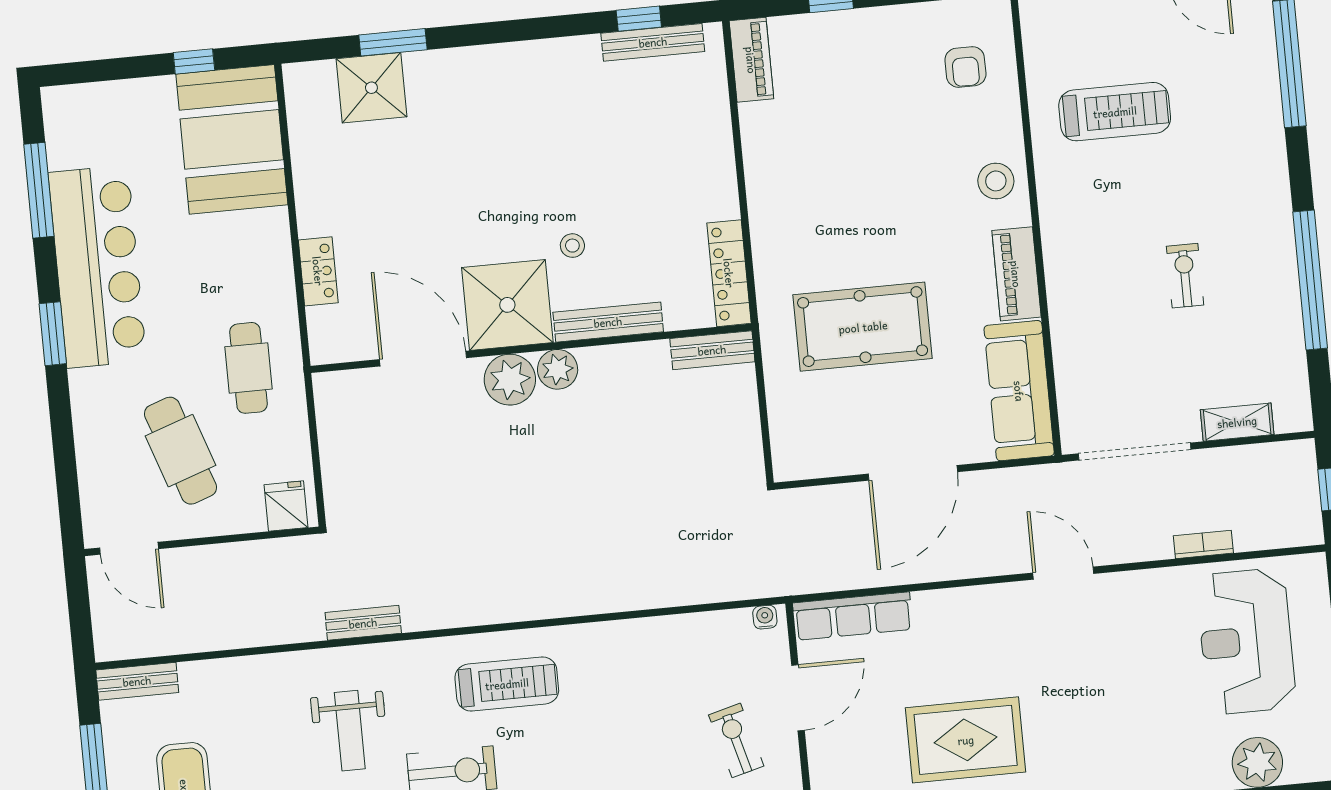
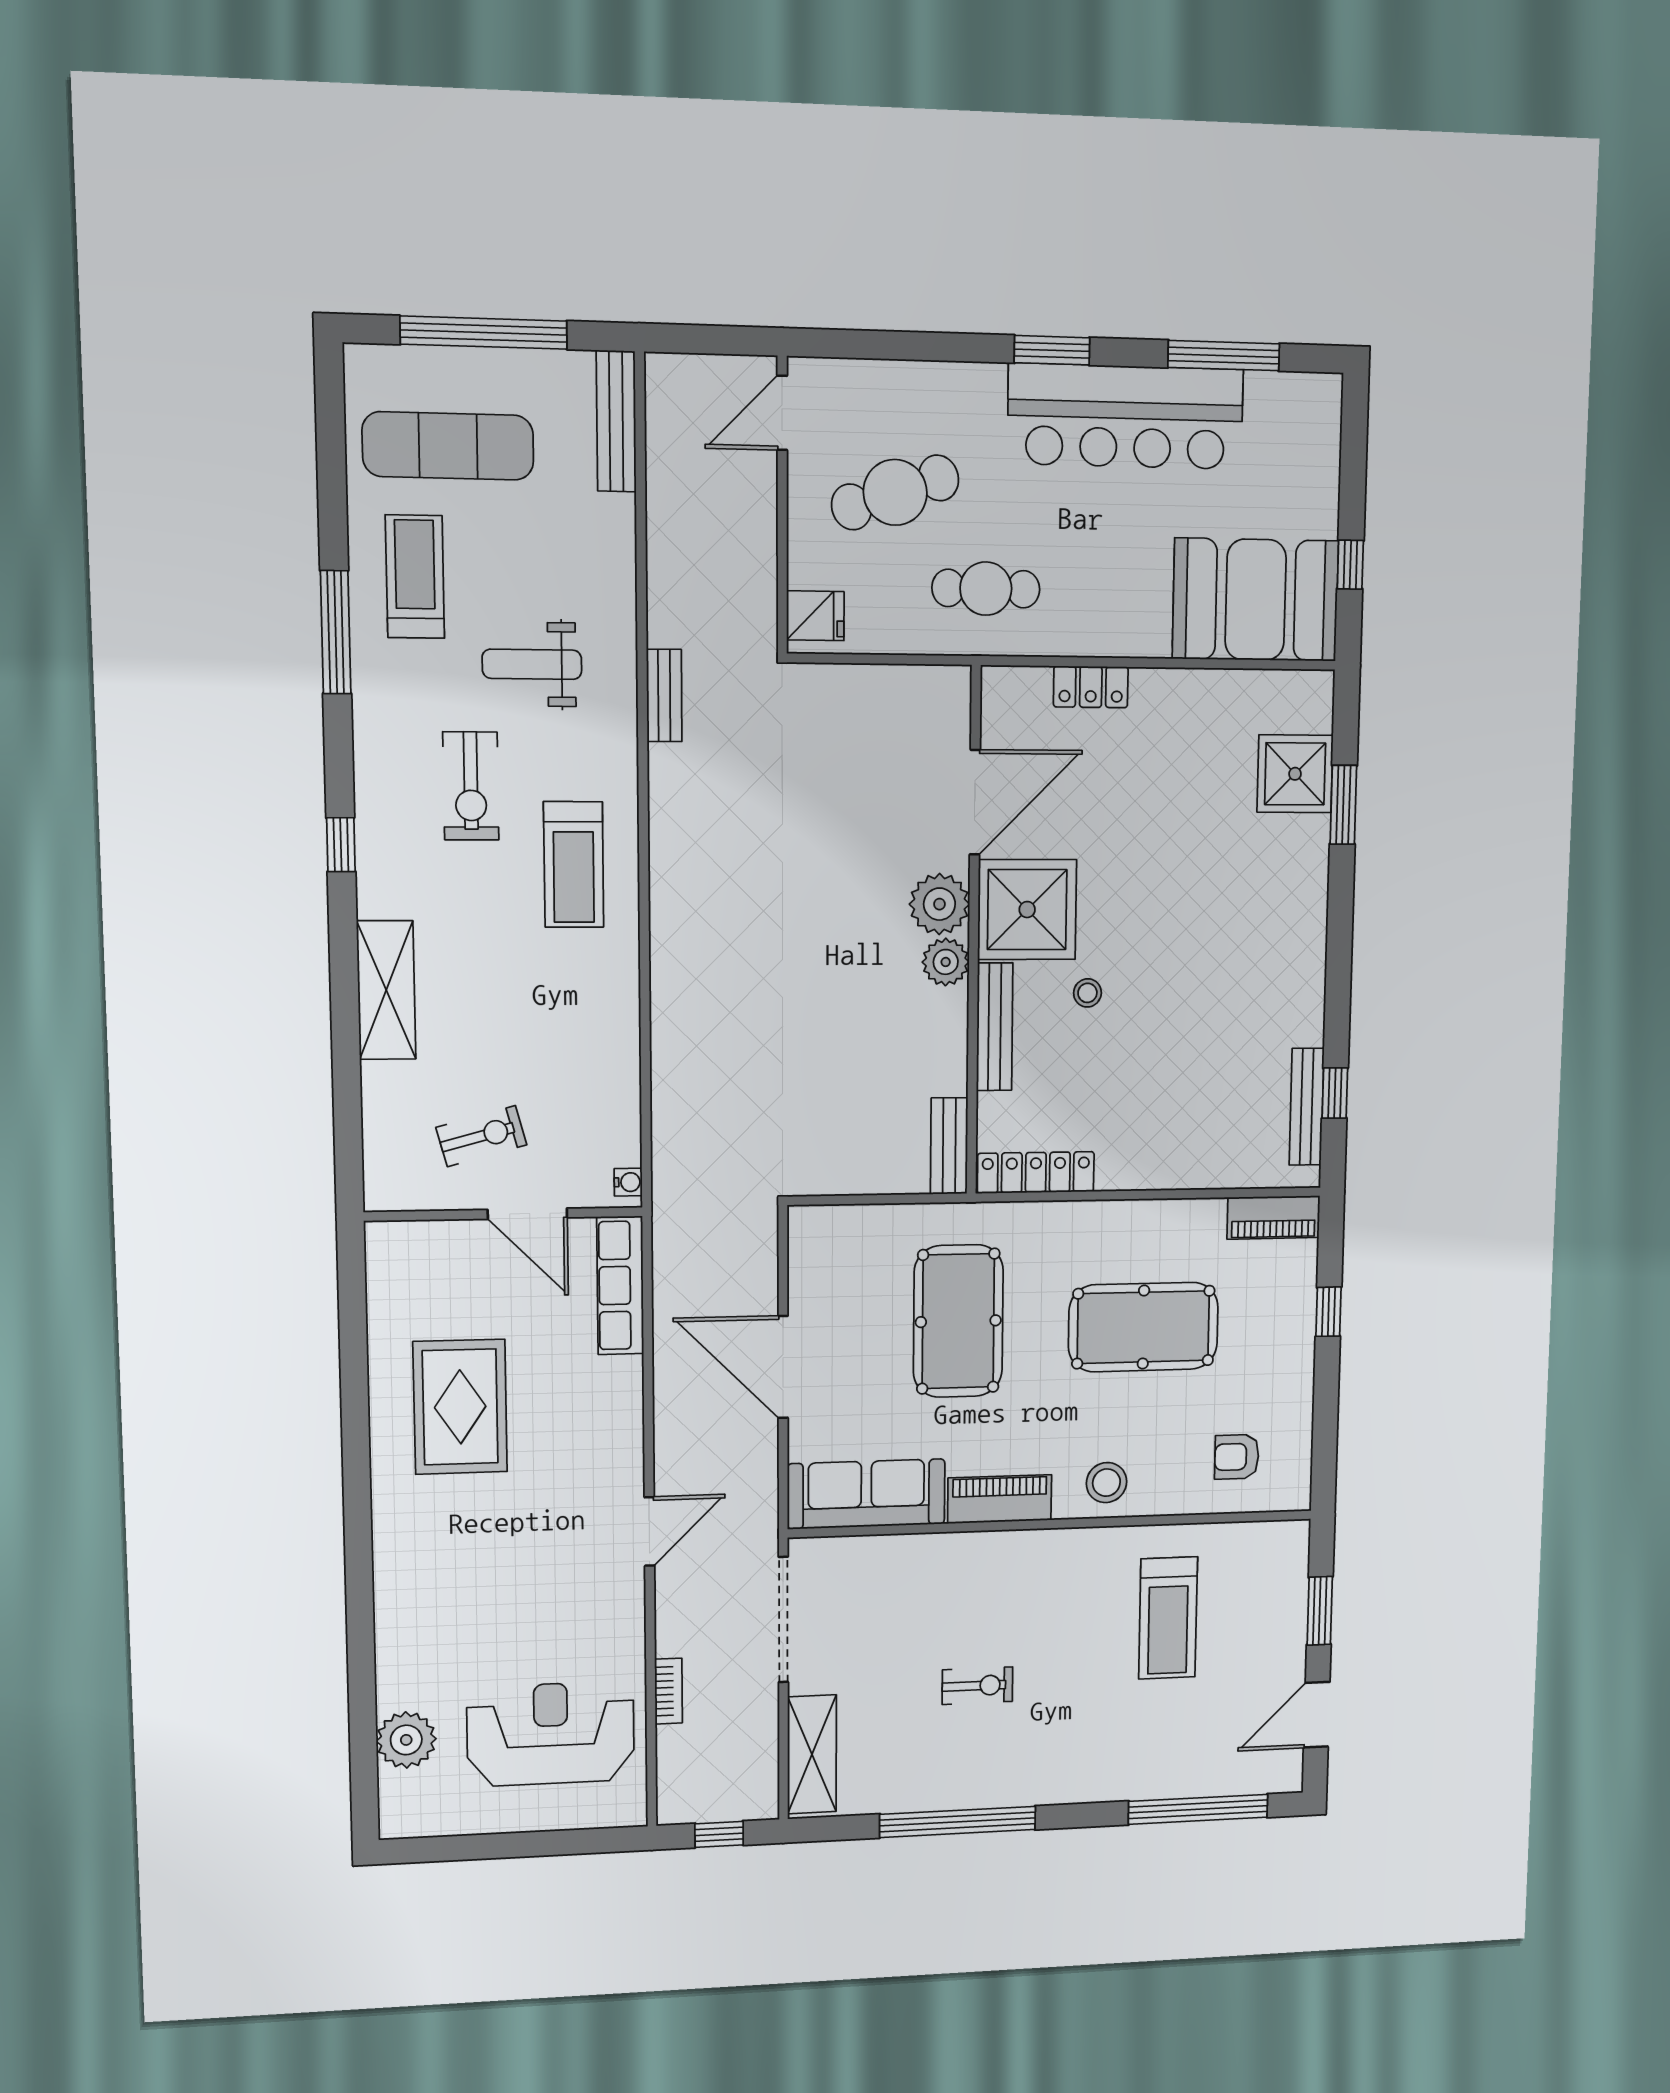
pool table: (856, 164) -> (1143, 1327), added
shelving: (1237, 422) -> (812, 1754), width x1.50, depth x1.33
bench: (137, 681) -> (616, 421), width x1.36

